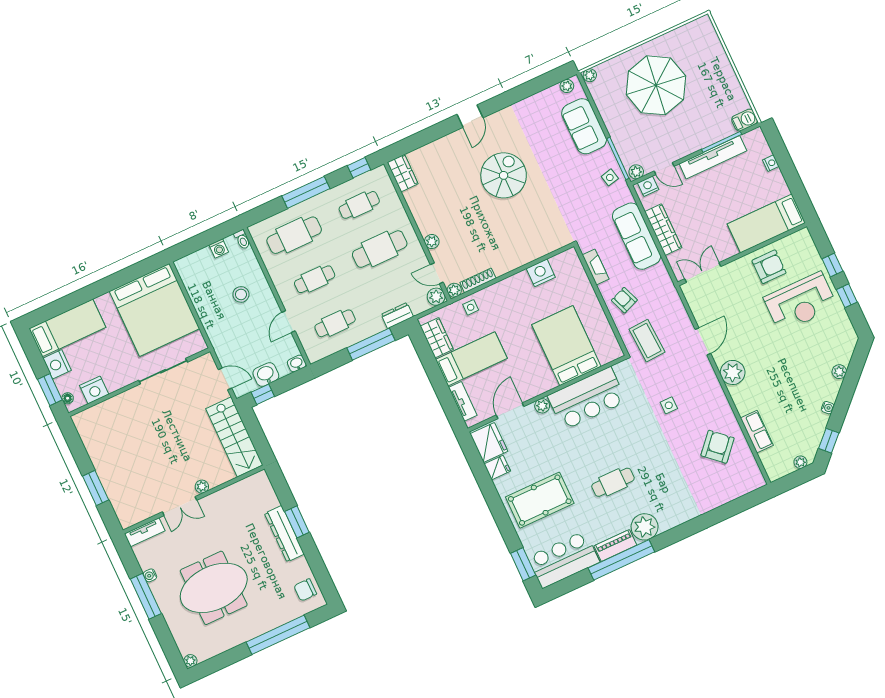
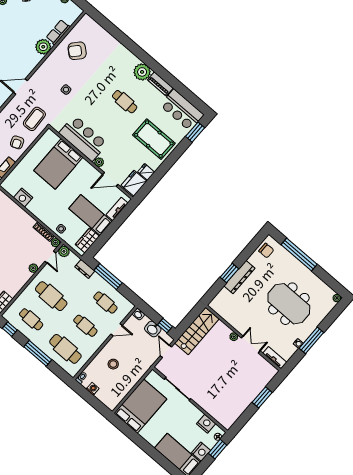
bed: (154, 310) -> (140, 406), width x0.73
plant: (733, 372) -> (43, 47), moved
window: (621, 560) -> (167, 77), removed

